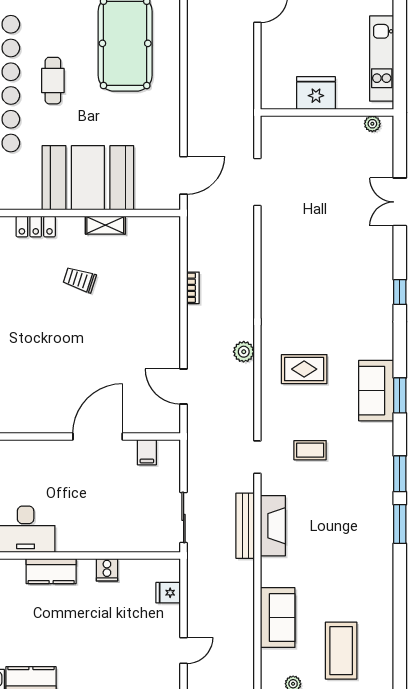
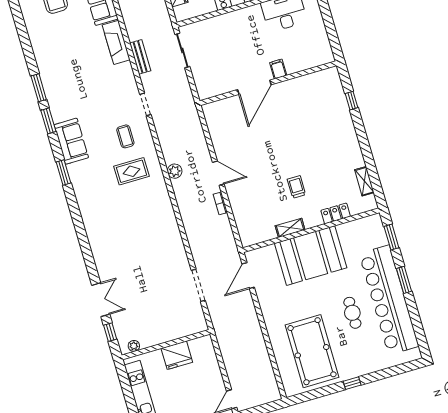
trolley: (80, 280) -> (296, 187), turned -108
window: (400, 292) -> (110, 332), moved
door: (184, 387) -> (218, 173), moved
sofa: (376, 391) -> (71, 141), moved
coffee table: (310, 450) -> (125, 136), moved, turned 90
filing cabinet: (147, 452) -> (278, 69), moved
bench: (245, 526) -> (140, 57), width x0.73
fireplace: (273, 526) -> (116, 42), moved

